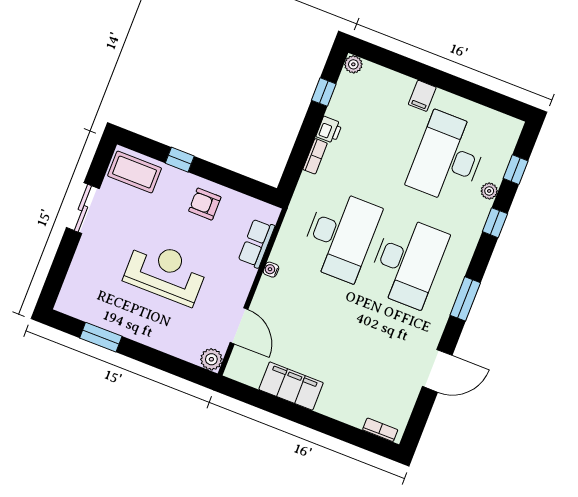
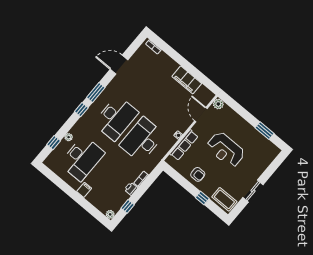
window: (495, 223) -> (81, 110), moved
row of seats: (257, 243) -> (184, 145), width x1.48
desk: (407, 262) -> (116, 118), turned 180

